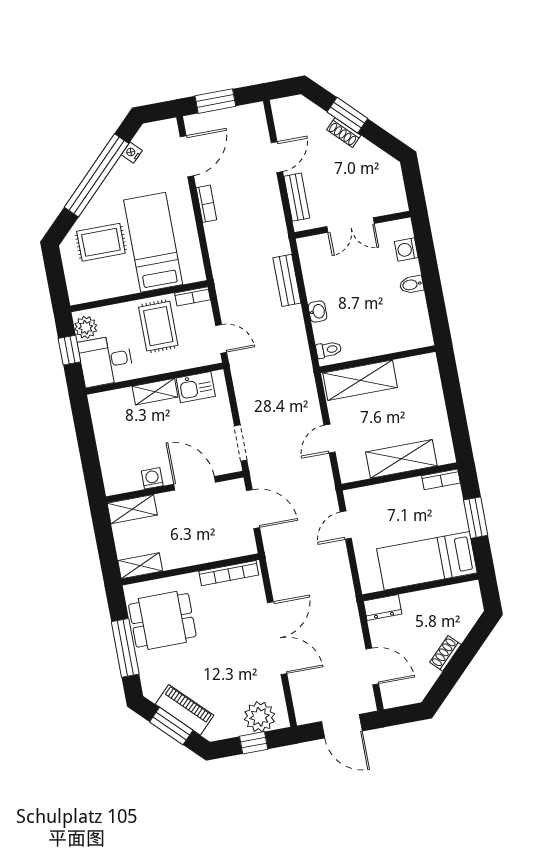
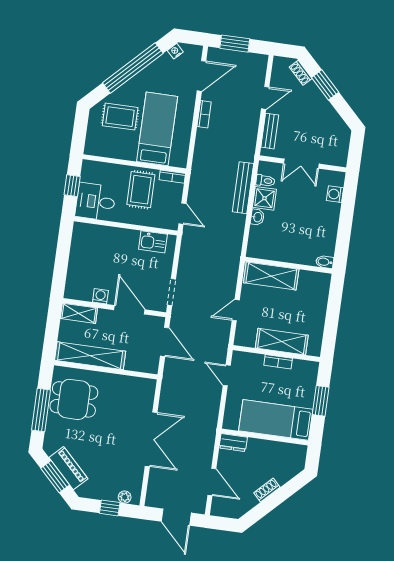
shoe rack: (344, 132) -> (301, 73), moved
nightstand: (132, 153) -> (175, 51), moved
bench: (287, 280) -> (243, 188), width x1.36
shower: (319, 285) -> (264, 198), added
bidet: (412, 285) -> (325, 262), moved
plant: (86, 327) -> (89, 173), removed
toilet: (329, 350) -> (265, 181), moved
shelving: (155, 392) -> (123, 235), removed
bookcase: (441, 479) -> (278, 362), moved
door: (346, 525) -> (227, 375), hinge flipped
shelving: (140, 566) -> (90, 356), width x2.20, depth x1.33
bookcase: (229, 573) -> (132, 382), removed
plant: (260, 717) -> (125, 497), width x0.53, depth x0.53

